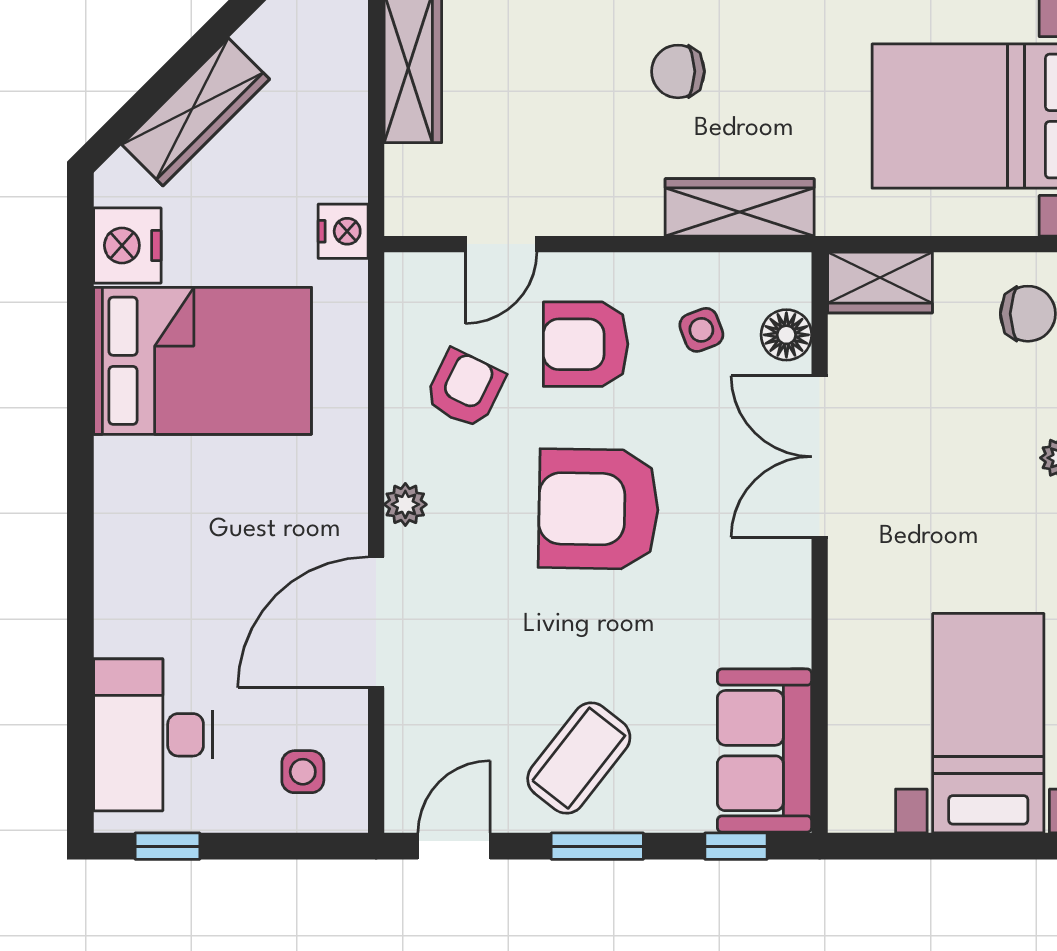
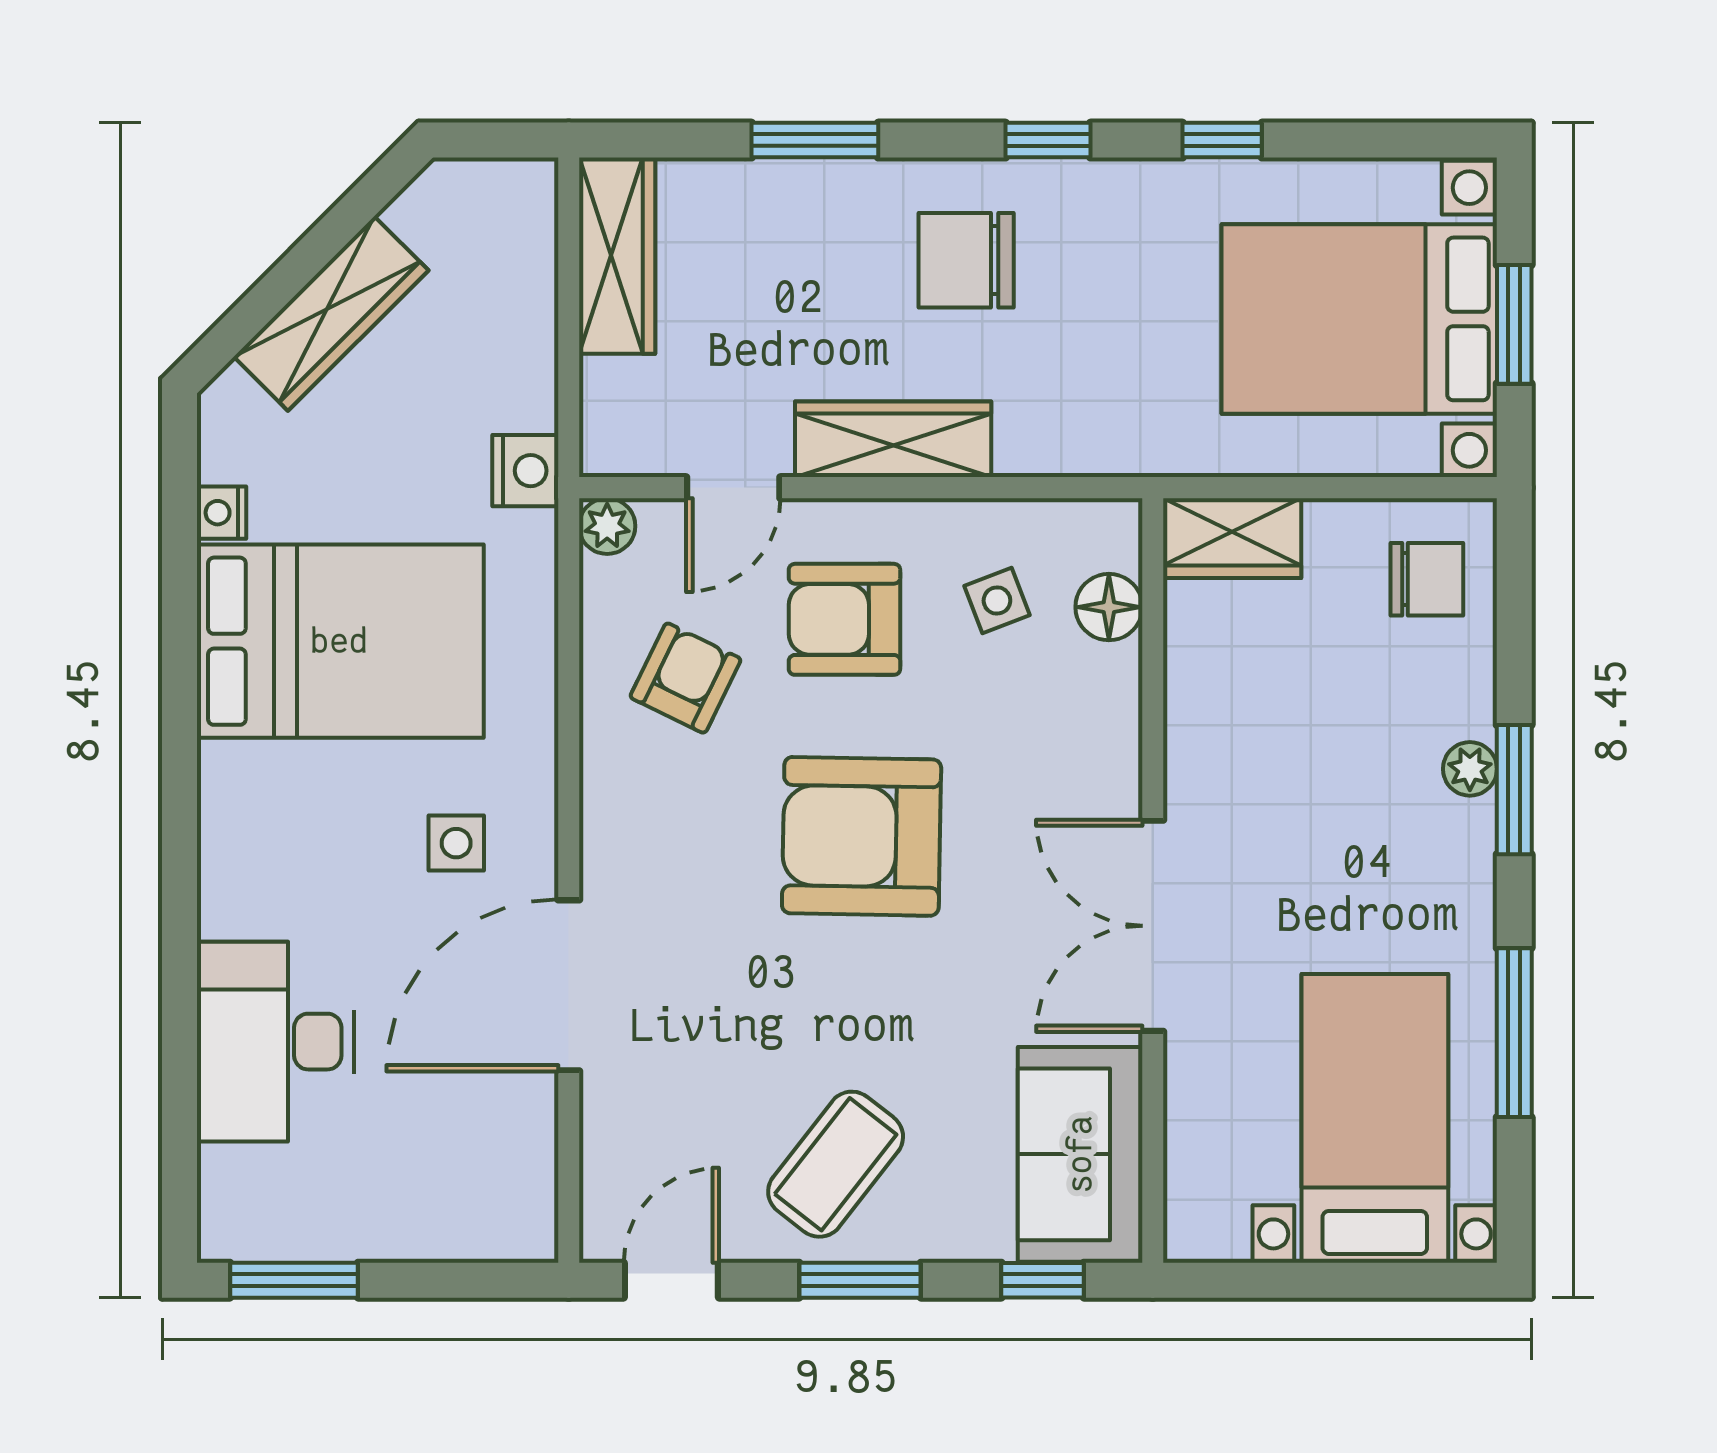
chair: (678, 71) -> (966, 260), width x1.37, depth x1.37
wardrobe: (740, 207) -> (893, 439), moved
nightstand: (127, 245) -> (222, 513), width x0.53, depth x0.56
double door: (820, 457) -> (1153, 926), moved
plant: (405, 504) -> (607, 526), moved
desk: (153, 735) -> (275, 1042), moved
side table: (303, 772) -> (456, 843), moved
window: (167, 846) -> (294, 1280), width x1.50

